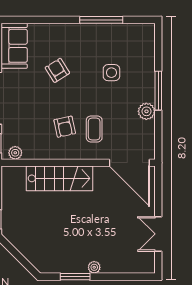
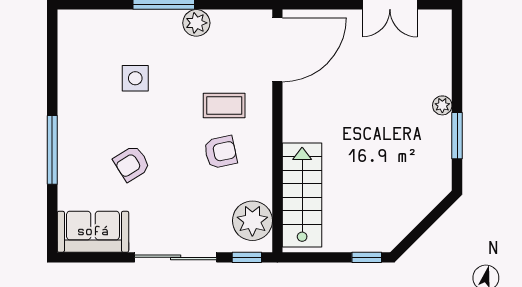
window: (101, 20) -> (52, 150), moved
plant: (15, 153) -> (252, 221), width x1.88, depth x1.88
stairs: (60, 178) -> (302, 195), moved

